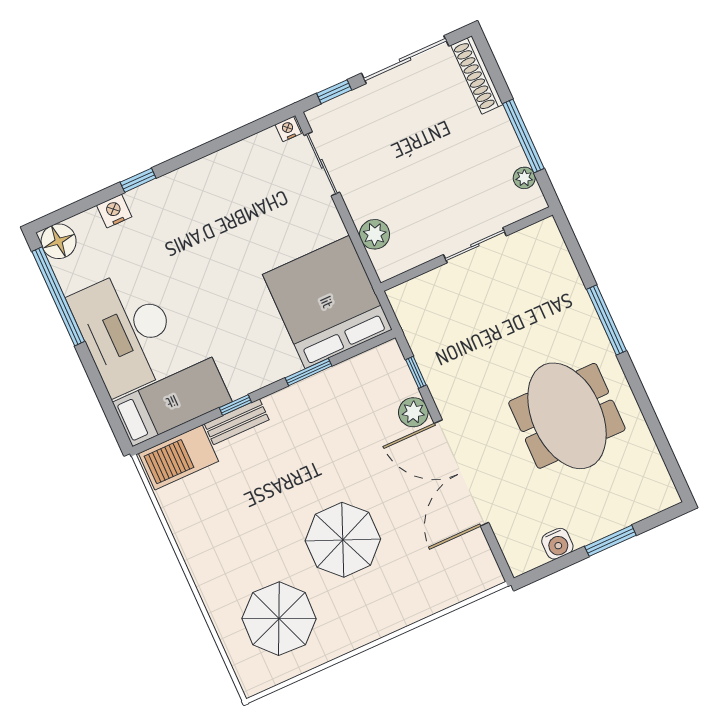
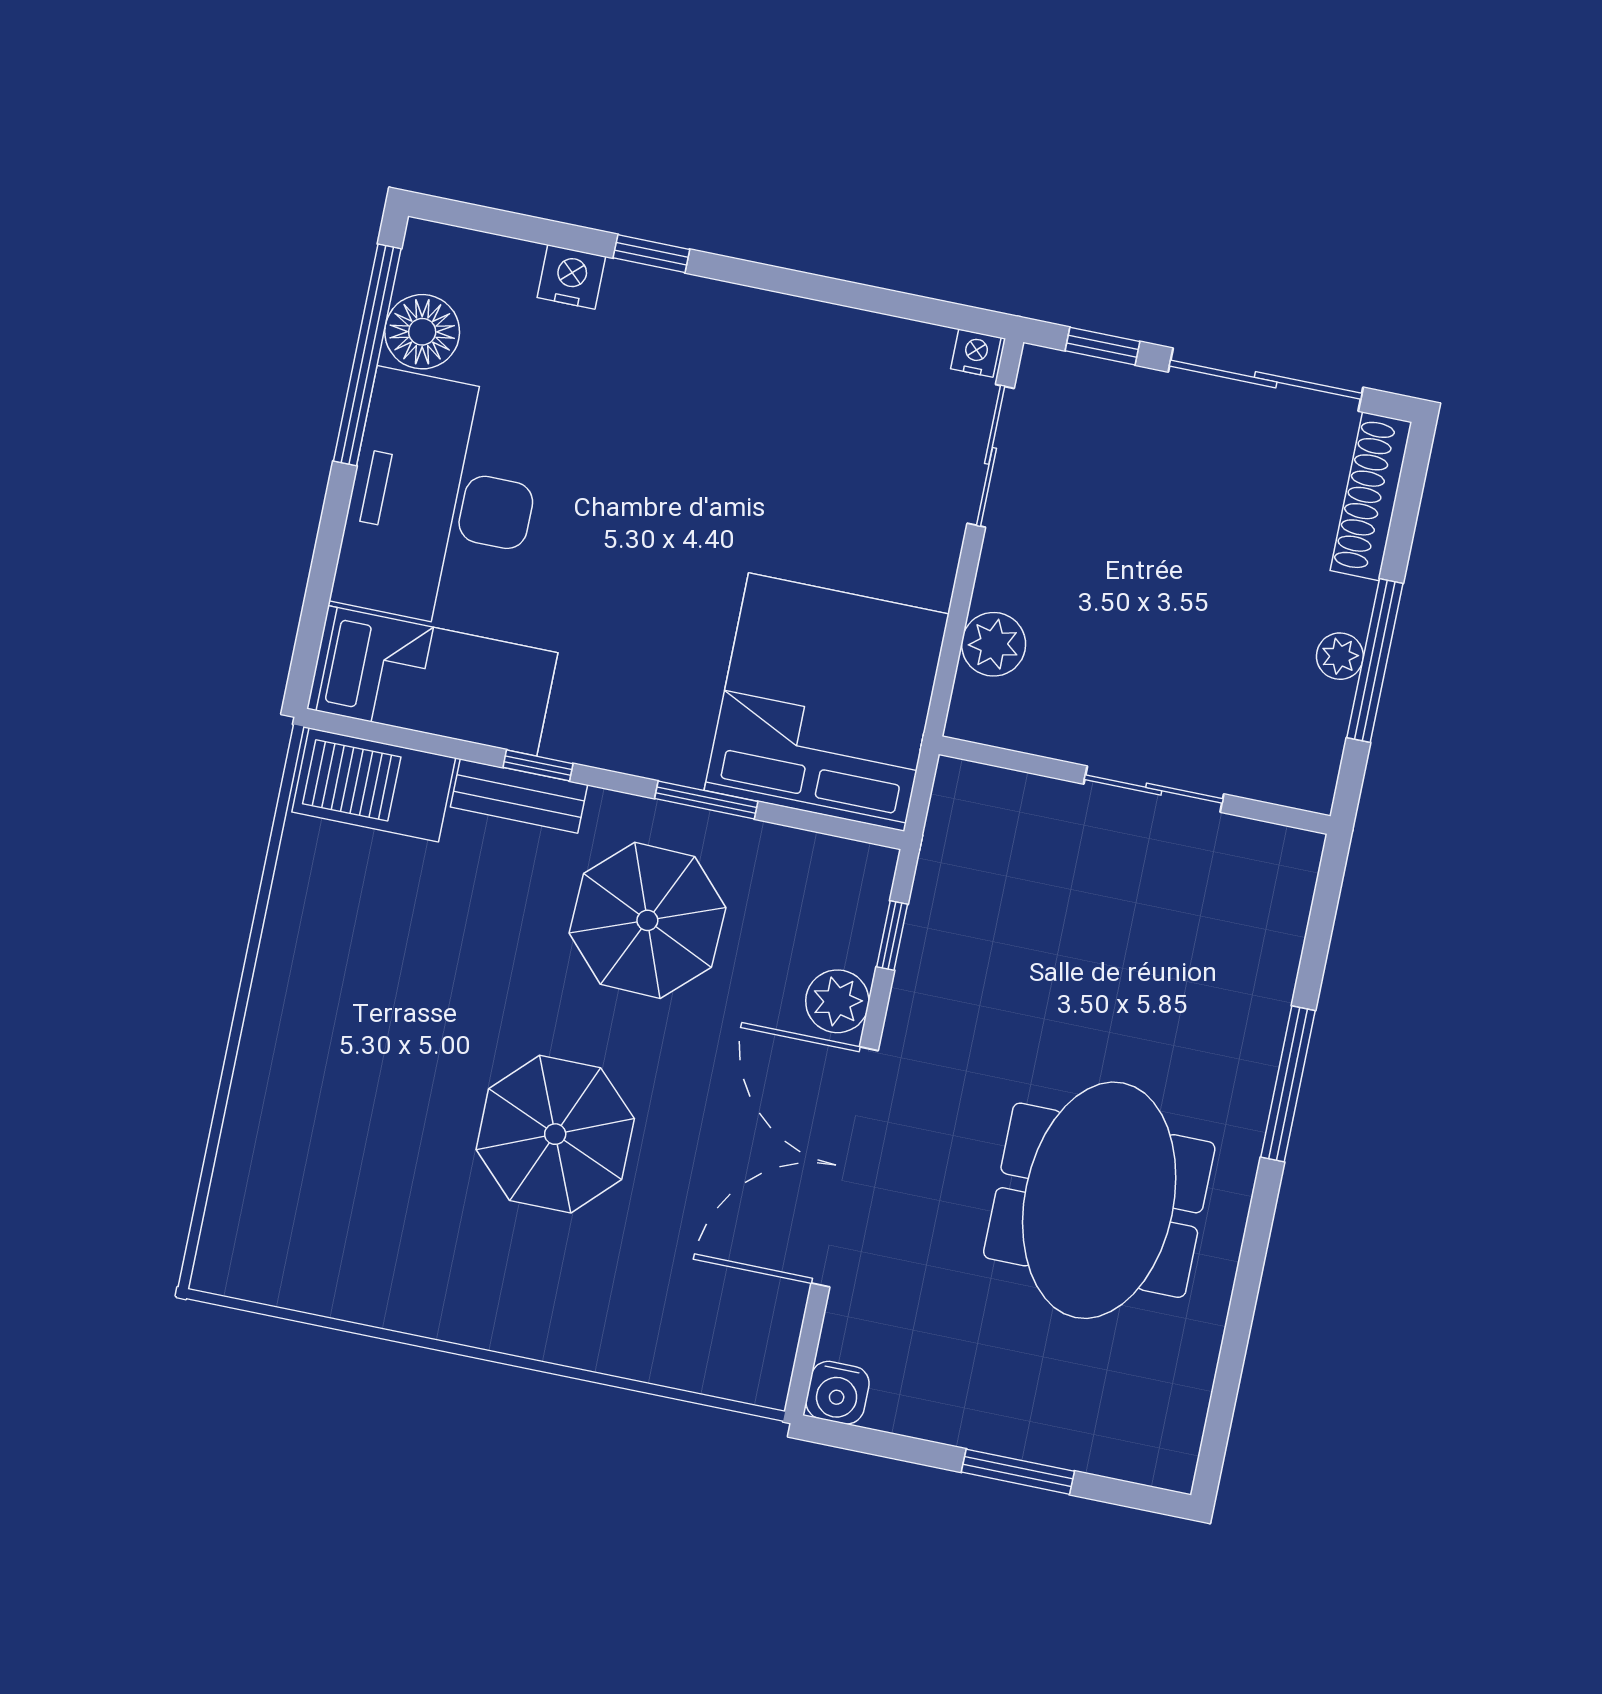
plant: (524, 178) -> (1340, 656), moved
floor lamp: (59, 241) -> (422, 332), moved
water cooler: (557, 544) -> (837, 1393), moved
parasol: (279, 619) -> (647, 920), moved

